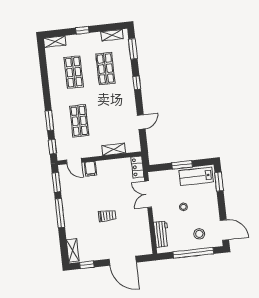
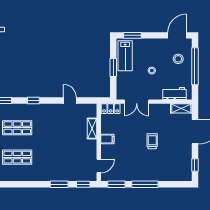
shop shelf: (79, 121) -> (62, 157), removed
filing cabinet: (90, 169) -> (107, 139), moved
shelving: (73, 250) -> (181, 108), moved

